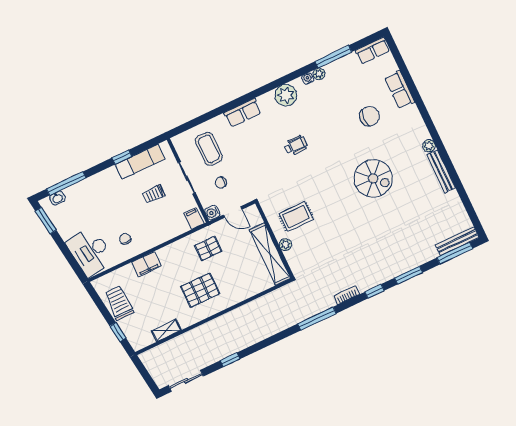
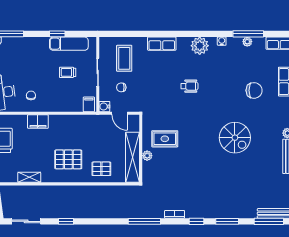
plant: (319, 74) -> (247, 42), moved
pallet: (208, 248) -> (101, 169), moved

